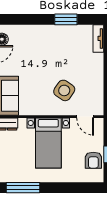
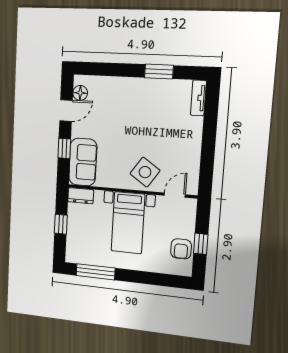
side table: (64, 90) -> (145, 172), moved
door: (85, 117) -> (175, 195), swing flipped

